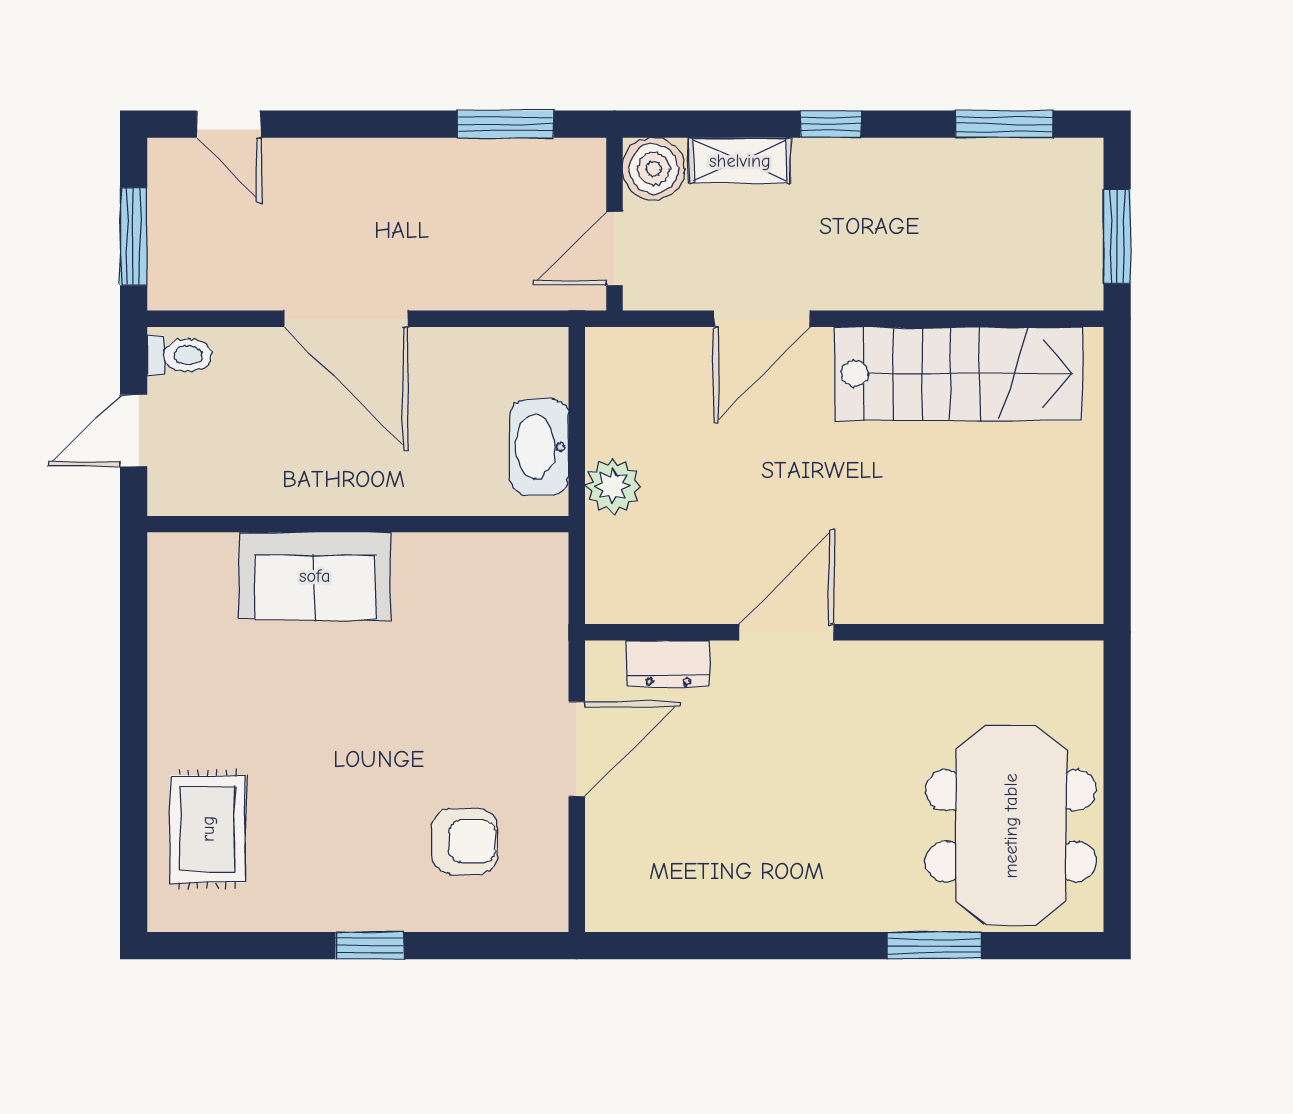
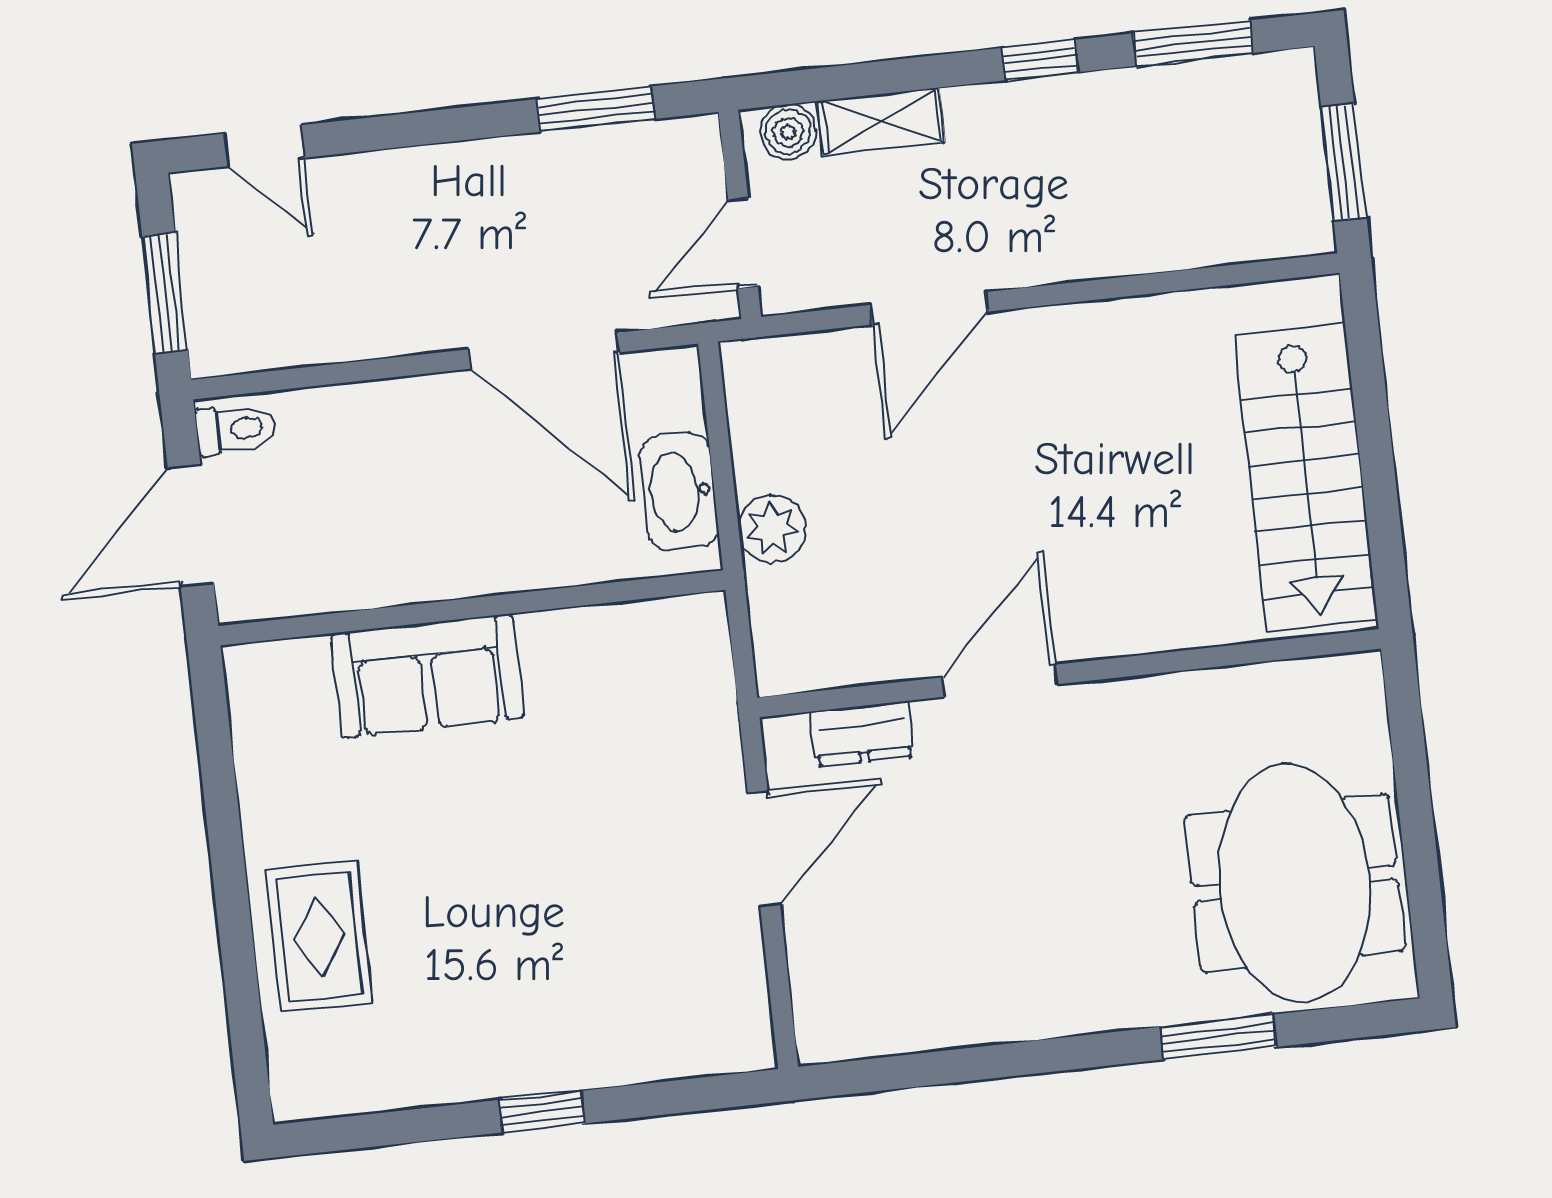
window: (831, 124) -> (1040, 60), moved
boiler: (654, 169) -> (788, 132), width x0.73, depth x0.73
door: (346, 319) -> (544, 351), moved
stairs: (959, 374) -> (1306, 477), moved, turned 90
door: (134, 431) -> (191, 526), width x1.38
rug: (208, 829) -> (319, 936), moved
armchair: (465, 841) -> (642, 974), removed

